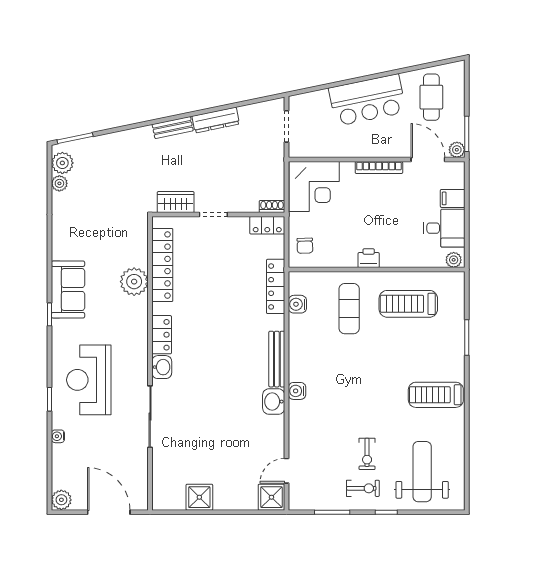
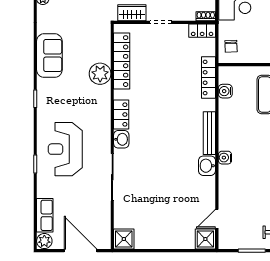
sofa: (68, 289) -> (49, 56), moved
water cooler: (58, 436) -> (42, 192), removed
row of seats: (62, 466) -> (45, 215), added
shower: (199, 497) -> (124, 239), moved

